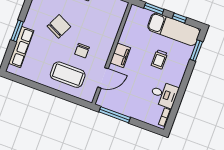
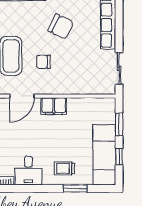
window: (196, 51) -> (75, 188), moved
trolley: (159, 59) -> (64, 168), moved
door: (103, 78) -> (22, 96), hinge flipped

